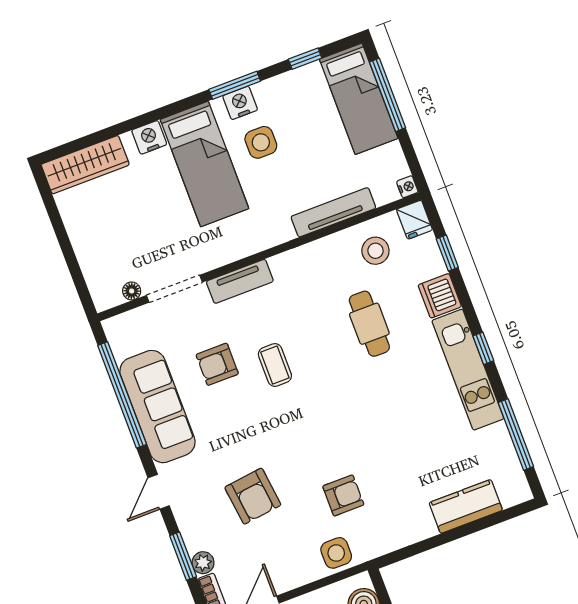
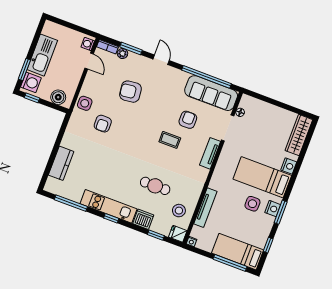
sofa: (157, 407) -> (211, 93), moved

